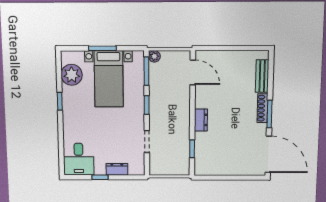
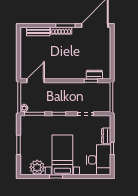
bed with nightstands: (109, 79) -> (62, 155), moved, turned -90
dresser: (201, 120) -> (94, 75), moved
desk: (79, 159) -> (99, 160), width x1.37

